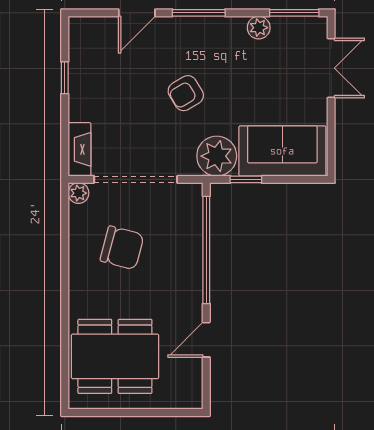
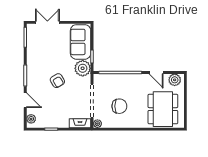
plant: (259, 28) -> (31, 119), moved
chair: (122, 248) -> (119, 106), turned 75
plant: (188, 386) -> (175, 80), added

